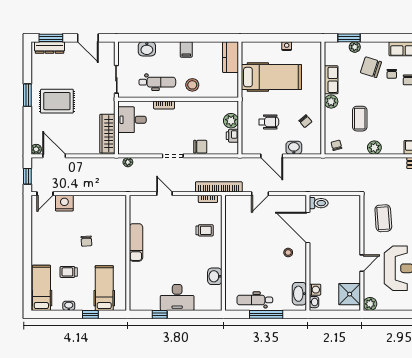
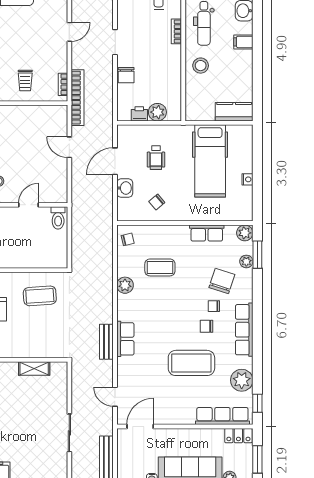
filing cabinet: (186, 49) -> (243, 42), moved
plant: (331, 102) -> (245, 233), moved
door: (308, 228) -> (29, 205), width x0.53

